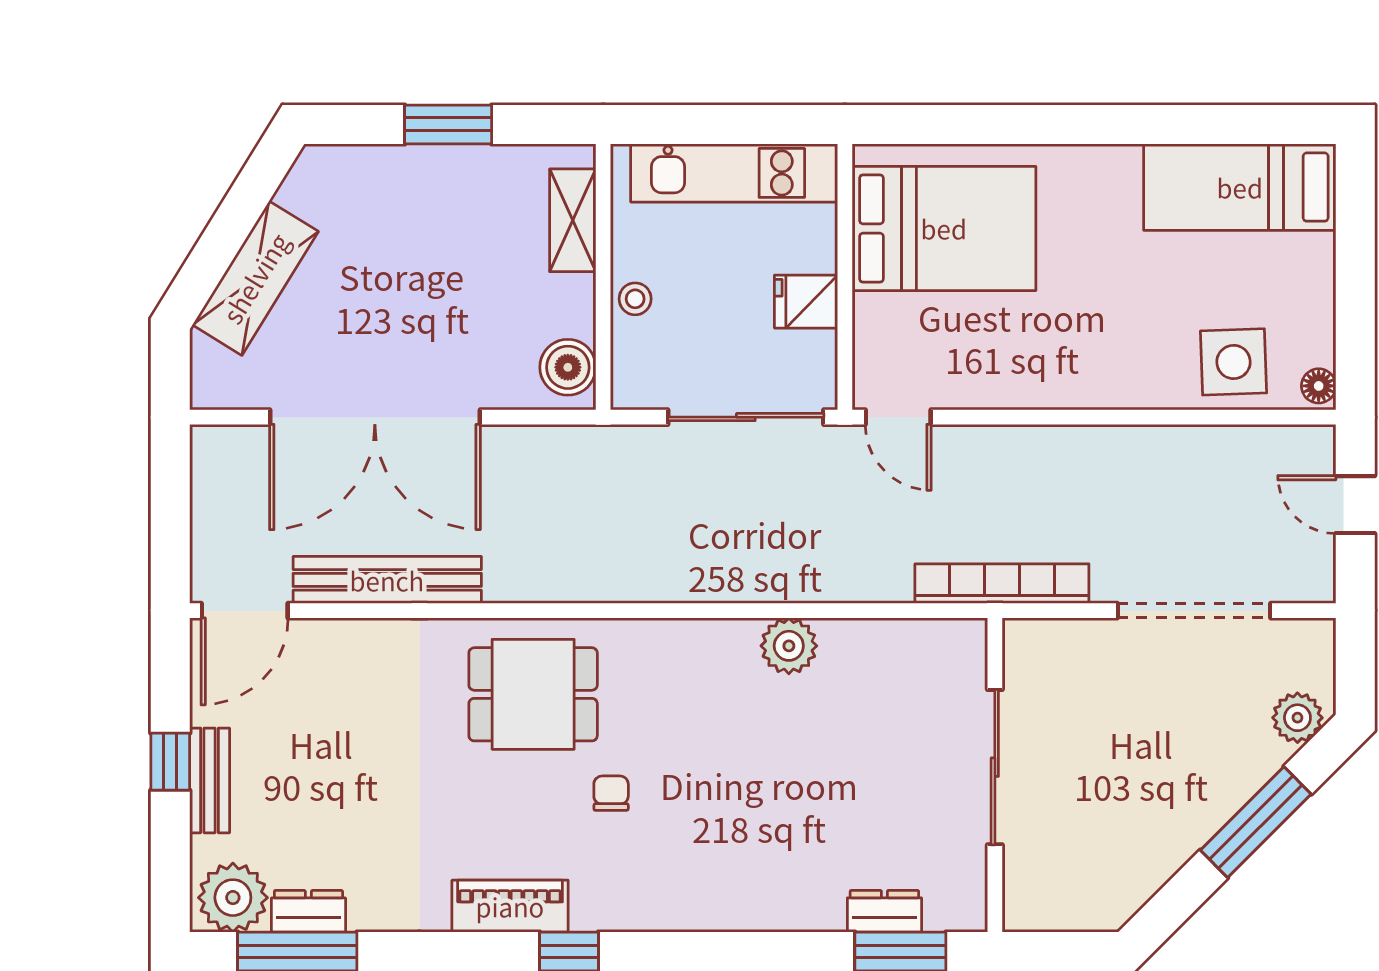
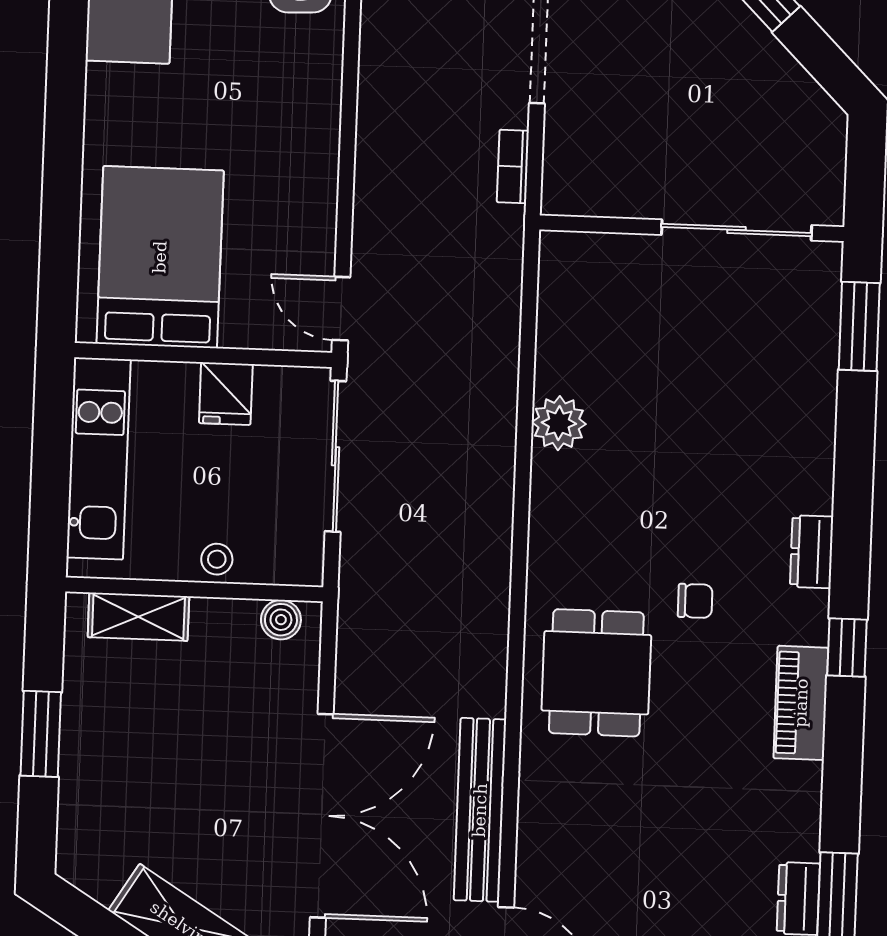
boiler: (568, 367) -> (281, 620), width x0.73, depth x0.73
door: (898, 417) -> (341, 309), swing flipped
bookcase: (1002, 584) -> (513, 166), width x0.43, depth x0.76
sliding door: (995, 767) -> (736, 230), moved
chair: (611, 793) -> (695, 601), turned 180
dresser: (884, 911) -> (812, 552), moved

